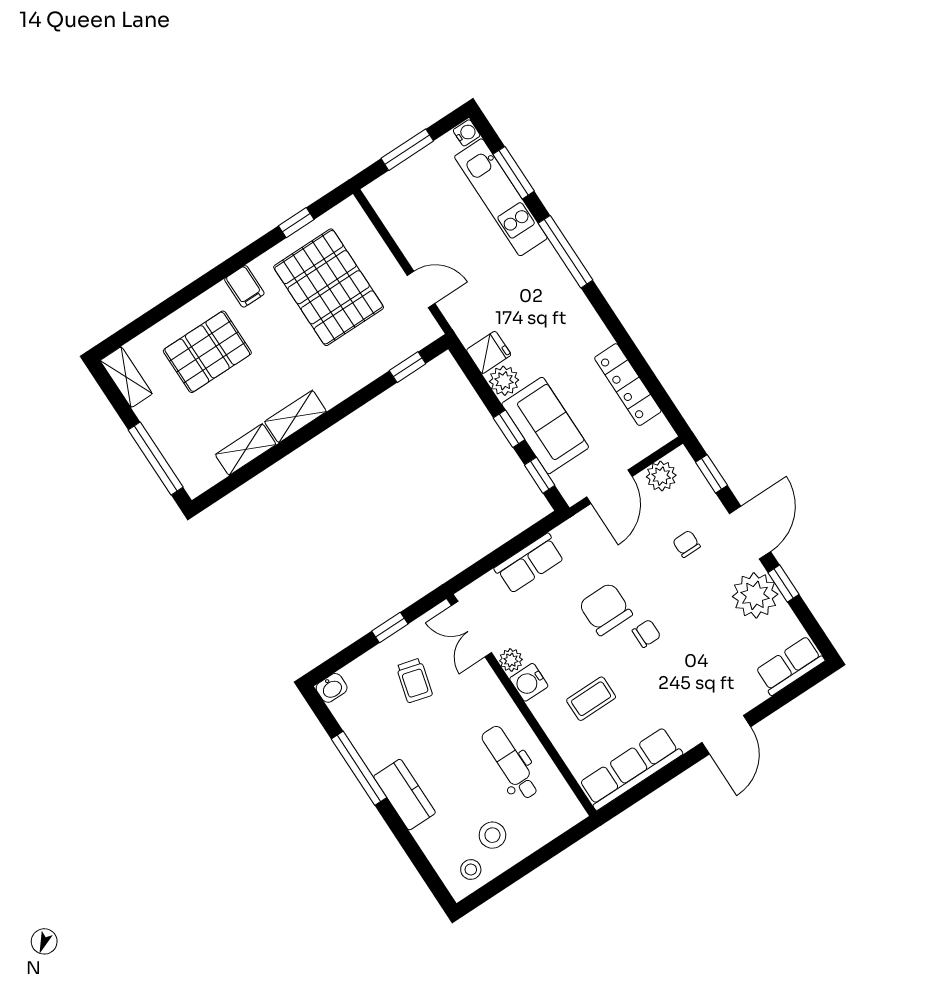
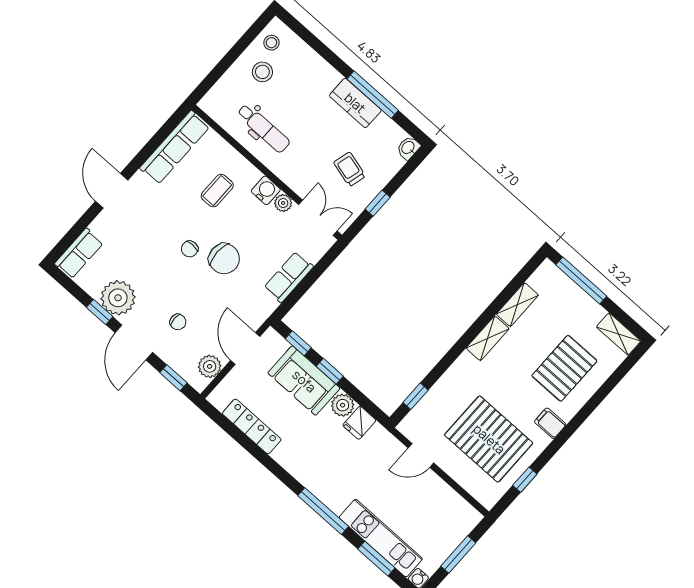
kitchen counter: (405, 795) -> (355, 103), moved

